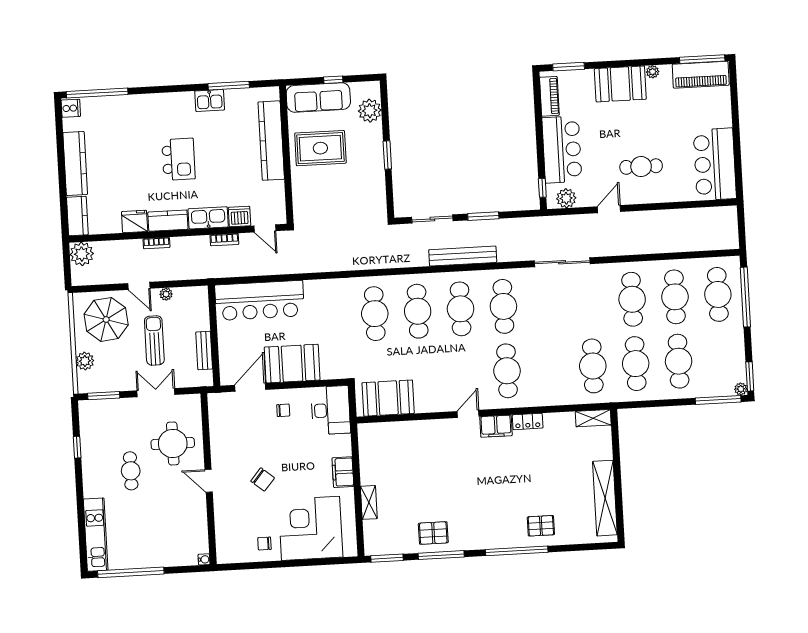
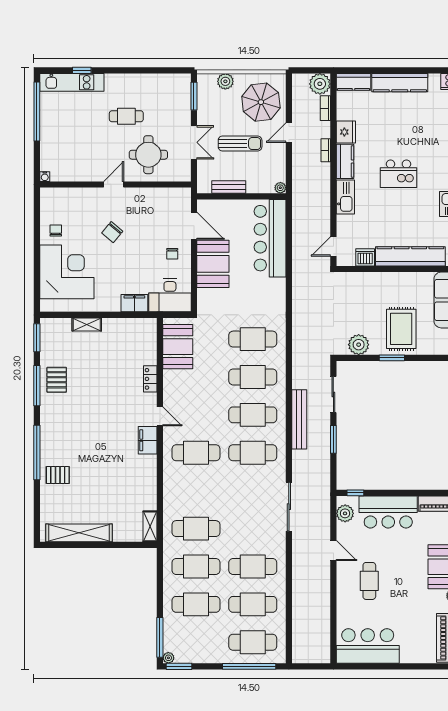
plant: (370, 111) -> (359, 345), moved
rug: (320, 148) -> (401, 329), moved
dishwasher: (240, 216) -> (365, 257), moved, turned -90
bookcase: (224, 240) -> (325, 108), moved
plant: (166, 294) -> (280, 188), moved
locker: (528, 421) -> (150, 379), moved
window: (77, 447) -> (82, 70), moved
filing cabinet: (343, 472) -> (134, 303), moved
pallet: (541, 526) -> (58, 475), turned 90

